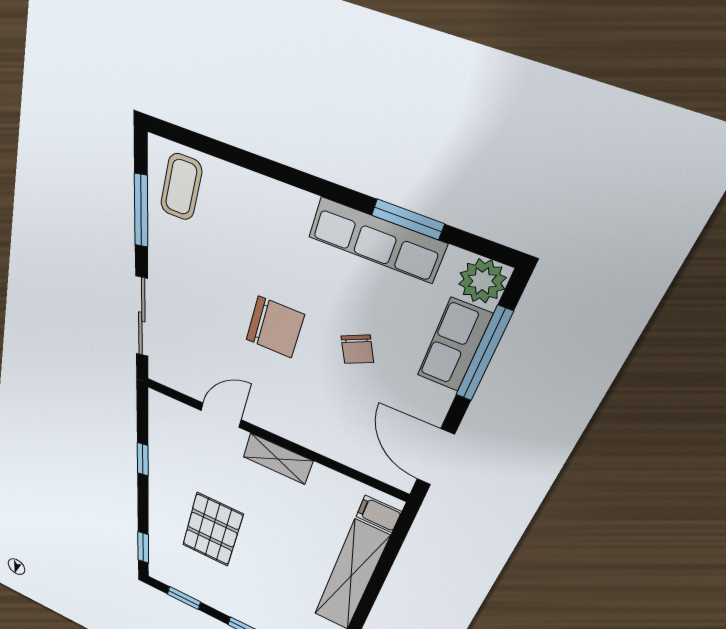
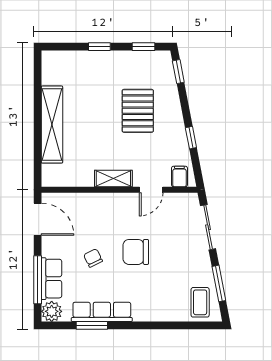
filing cabinet: (379, 514) -> (179, 176), moved, turned -90

